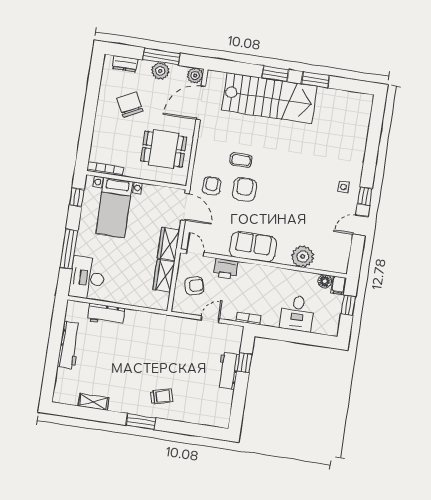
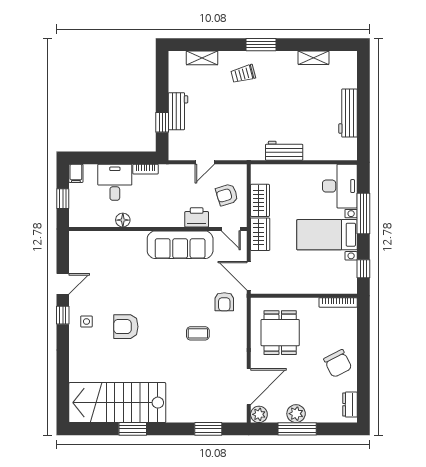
dresser: (125, 64) -> (350, 405), moved, turned -90
window: (275, 74) -> (208, 429), moved
stairs: (269, 98) -> (117, 403), moved
chair: (130, 105) -> (338, 364), moved
dining table: (164, 149) -> (280, 333), turned 90
armchair: (244, 189) -> (126, 327), moved, turned 90
bed with nightstands: (114, 208) -> (327, 235), moved, turned -90
sofa: (253, 247) -> (180, 245), width x1.36
plant: (303, 256) -> (118, 242), removed
floor lamp: (325, 281) -> (123, 220), moved
filing cabinet: (339, 285) -> (76, 173), moved, turned 180
workbench: (106, 315) -> (284, 151), moved
bookcase: (249, 319) -> (146, 169), moved
shelving: (198, 417) -> (202, 58), added

